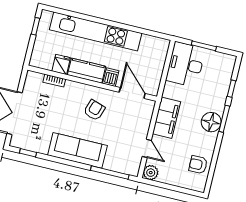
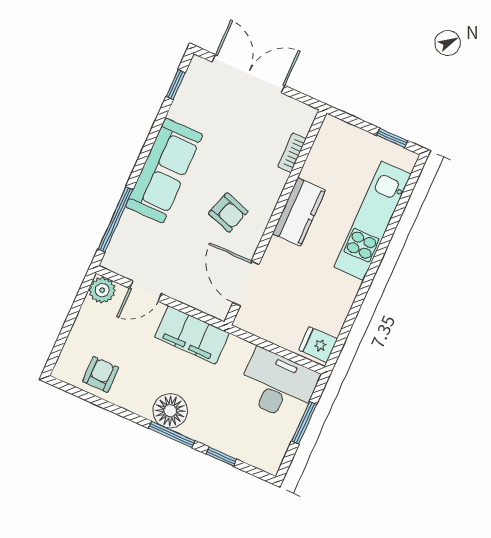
kitchen unit: (96, 31) -> (372, 221), width x0.73
fridge: (61, 64) -> (318, 344), moved, turned 180
dishwasher: (111, 77) -> (280, 252), removed
door: (132, 93) -> (246, 283), swing flipped

